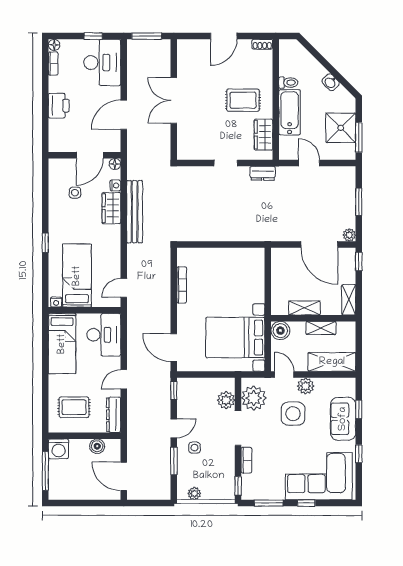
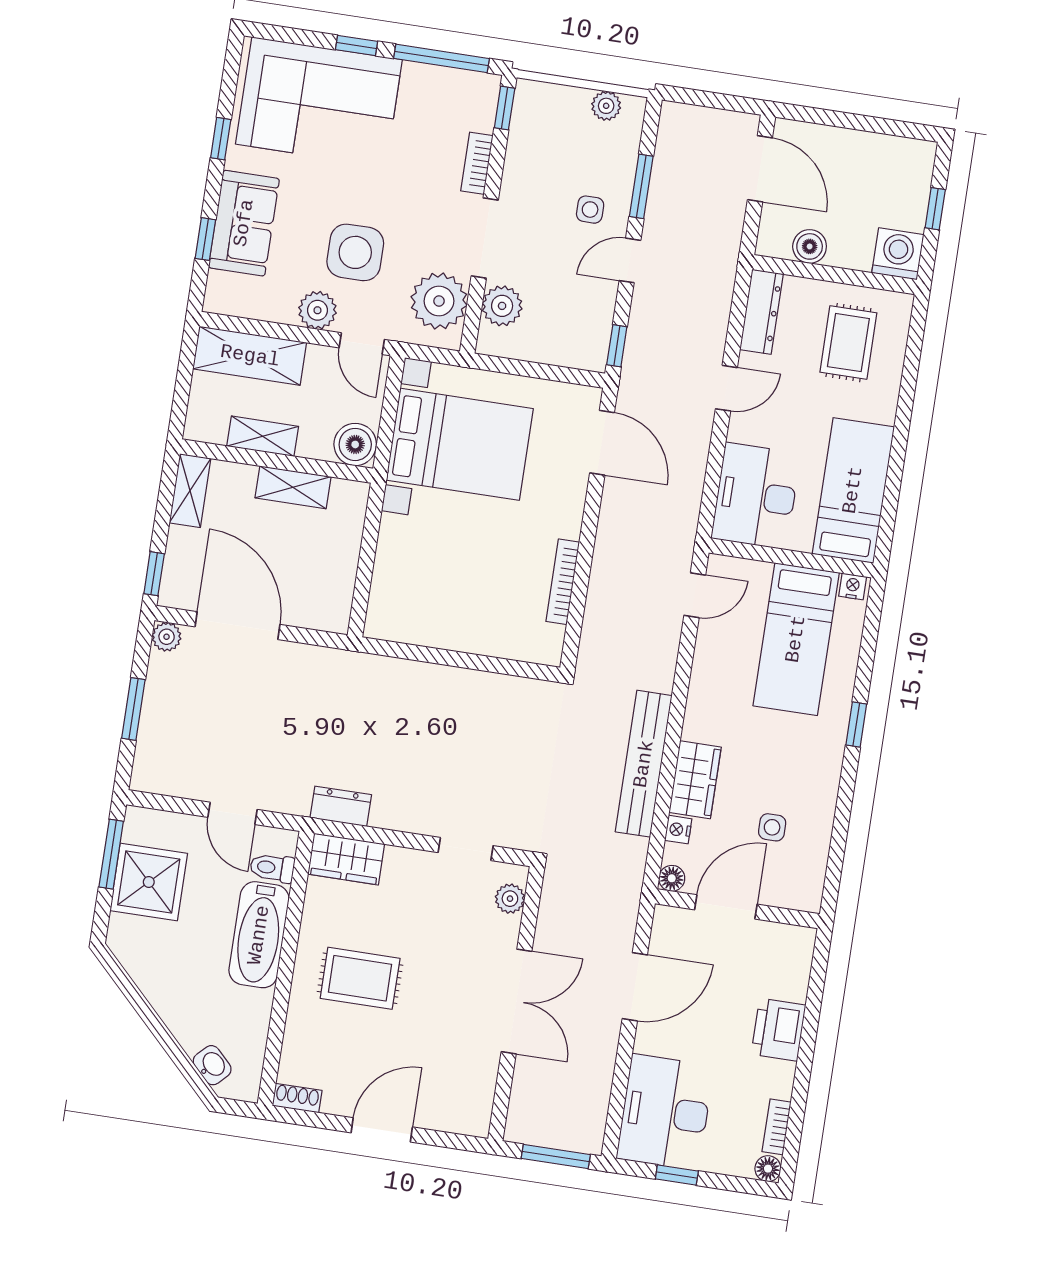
washbasin: (331, 82) -> (212, 1065), moved
toilet: (288, 83) -> (272, 868), moved
wardrobe: (263, 135) -> (346, 859), moved, turned 90
plant: (183, 145) -> (510, 899), added
doorway: (226, 163) -> (466, 849), moved
rug: (74, 407) -> (848, 343), turned 90
window: (45, 471) -> (935, 209), width x0.46
window: (269, 503) -> (442, 58), width x1.44

